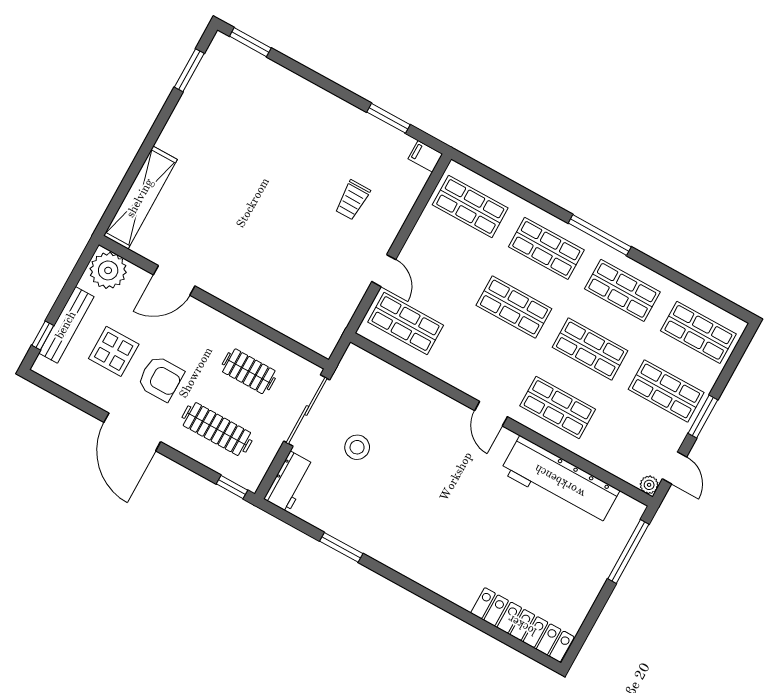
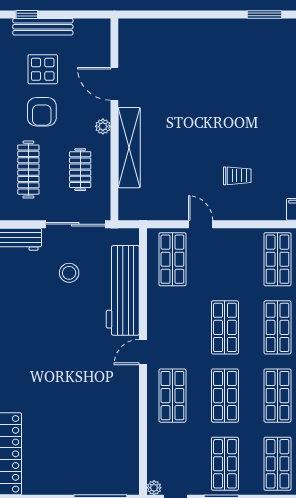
shelving: (140, 198) -> (129, 148), moved, turned 90
trolley: (352, 200) -> (237, 176), turned 180
plant: (108, 270) -> (103, 126), moved, width x0.53, depth x0.53
door: (384, 271) -> (201, 224), swing flipped
workbench: (560, 481) -> (123, 290), moved

